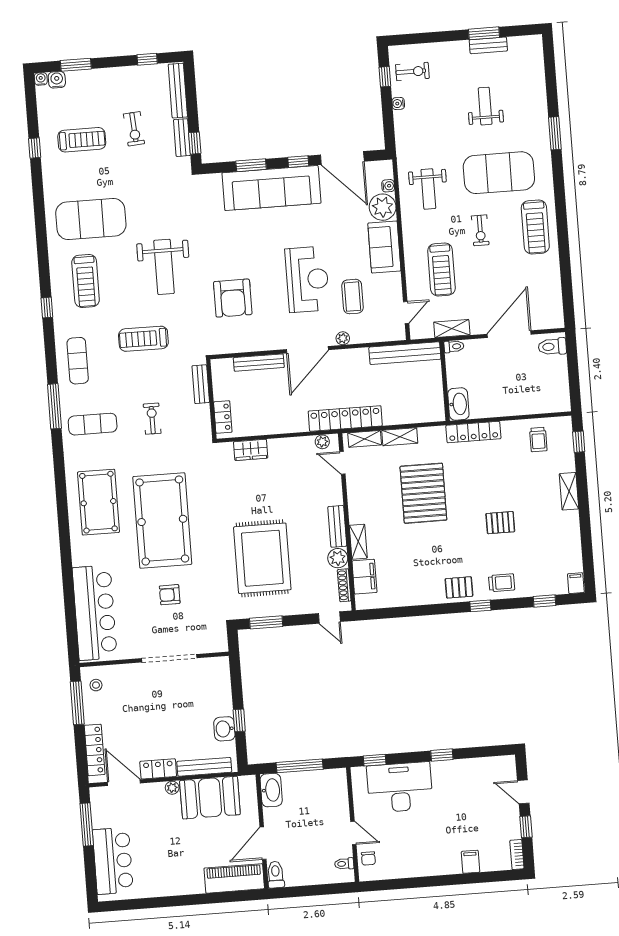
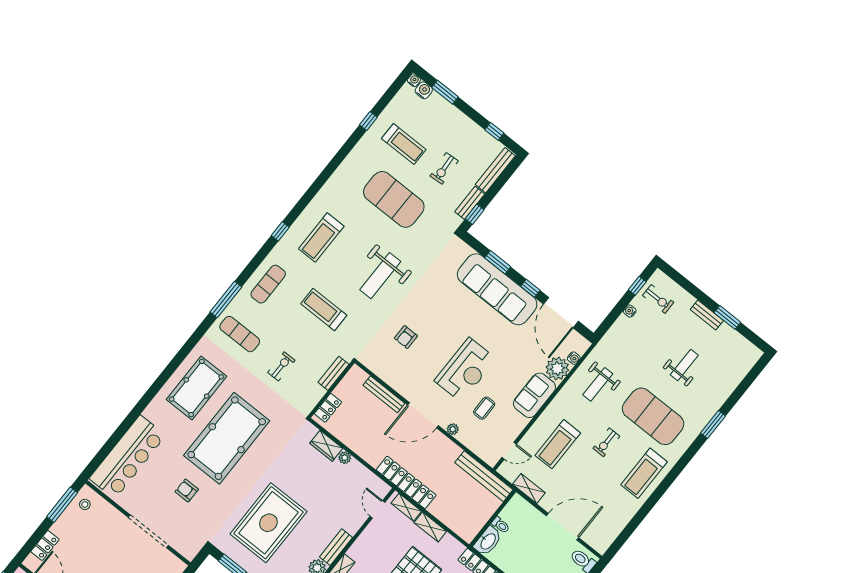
bench: (488, 45) -> (707, 315), moved
exercise mat: (91, 219) -> (394, 199), moved
coffee table: (353, 297) -> (484, 408), width x0.73, depth x0.77
armchair: (233, 298) -> (406, 337), width x0.53, depth x0.53
toilet: (454, 346) -> (501, 525), moved
plant: (322, 442) -> (345, 458), moved
locker: (95, 750) -> (45, 545), width x0.66

